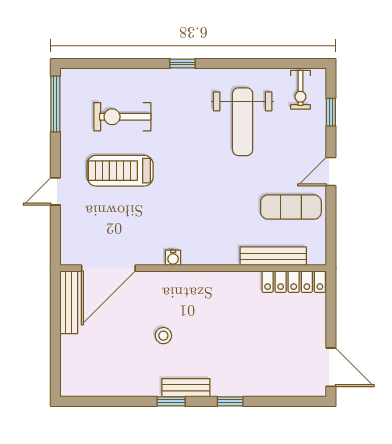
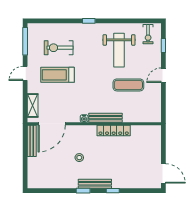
door: (55, 191) -> (25, 73), moved
exercise mat: (291, 207) -> (128, 85), moved
shelving: (70, 232) -> (33, 106), added
bench: (273, 256) -> (105, 118), moved
locker: (294, 282) -> (114, 130), moved
bench: (186, 388) -> (95, 184), width x1.36

